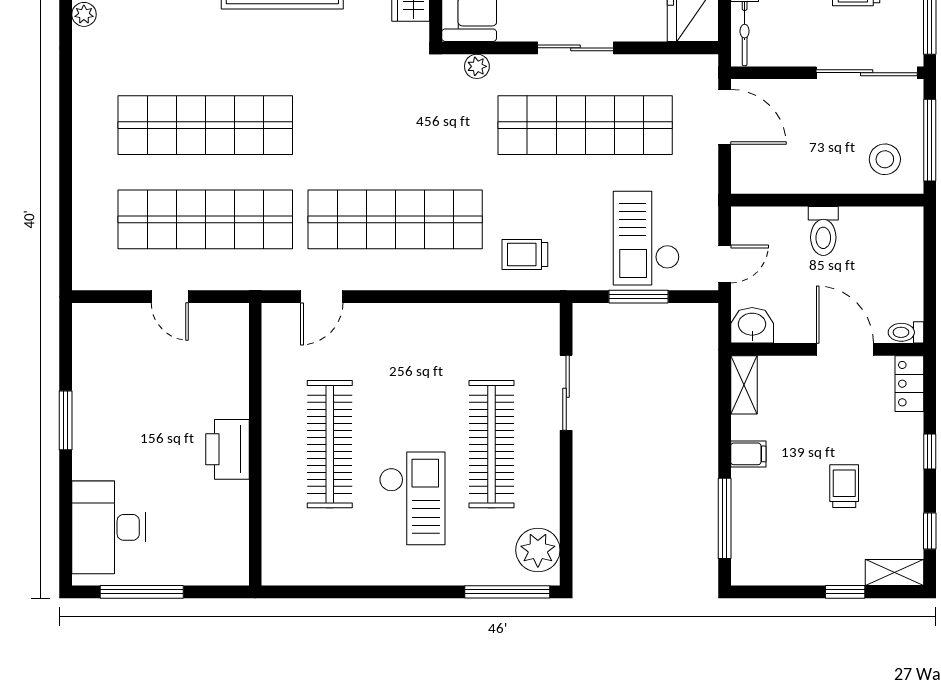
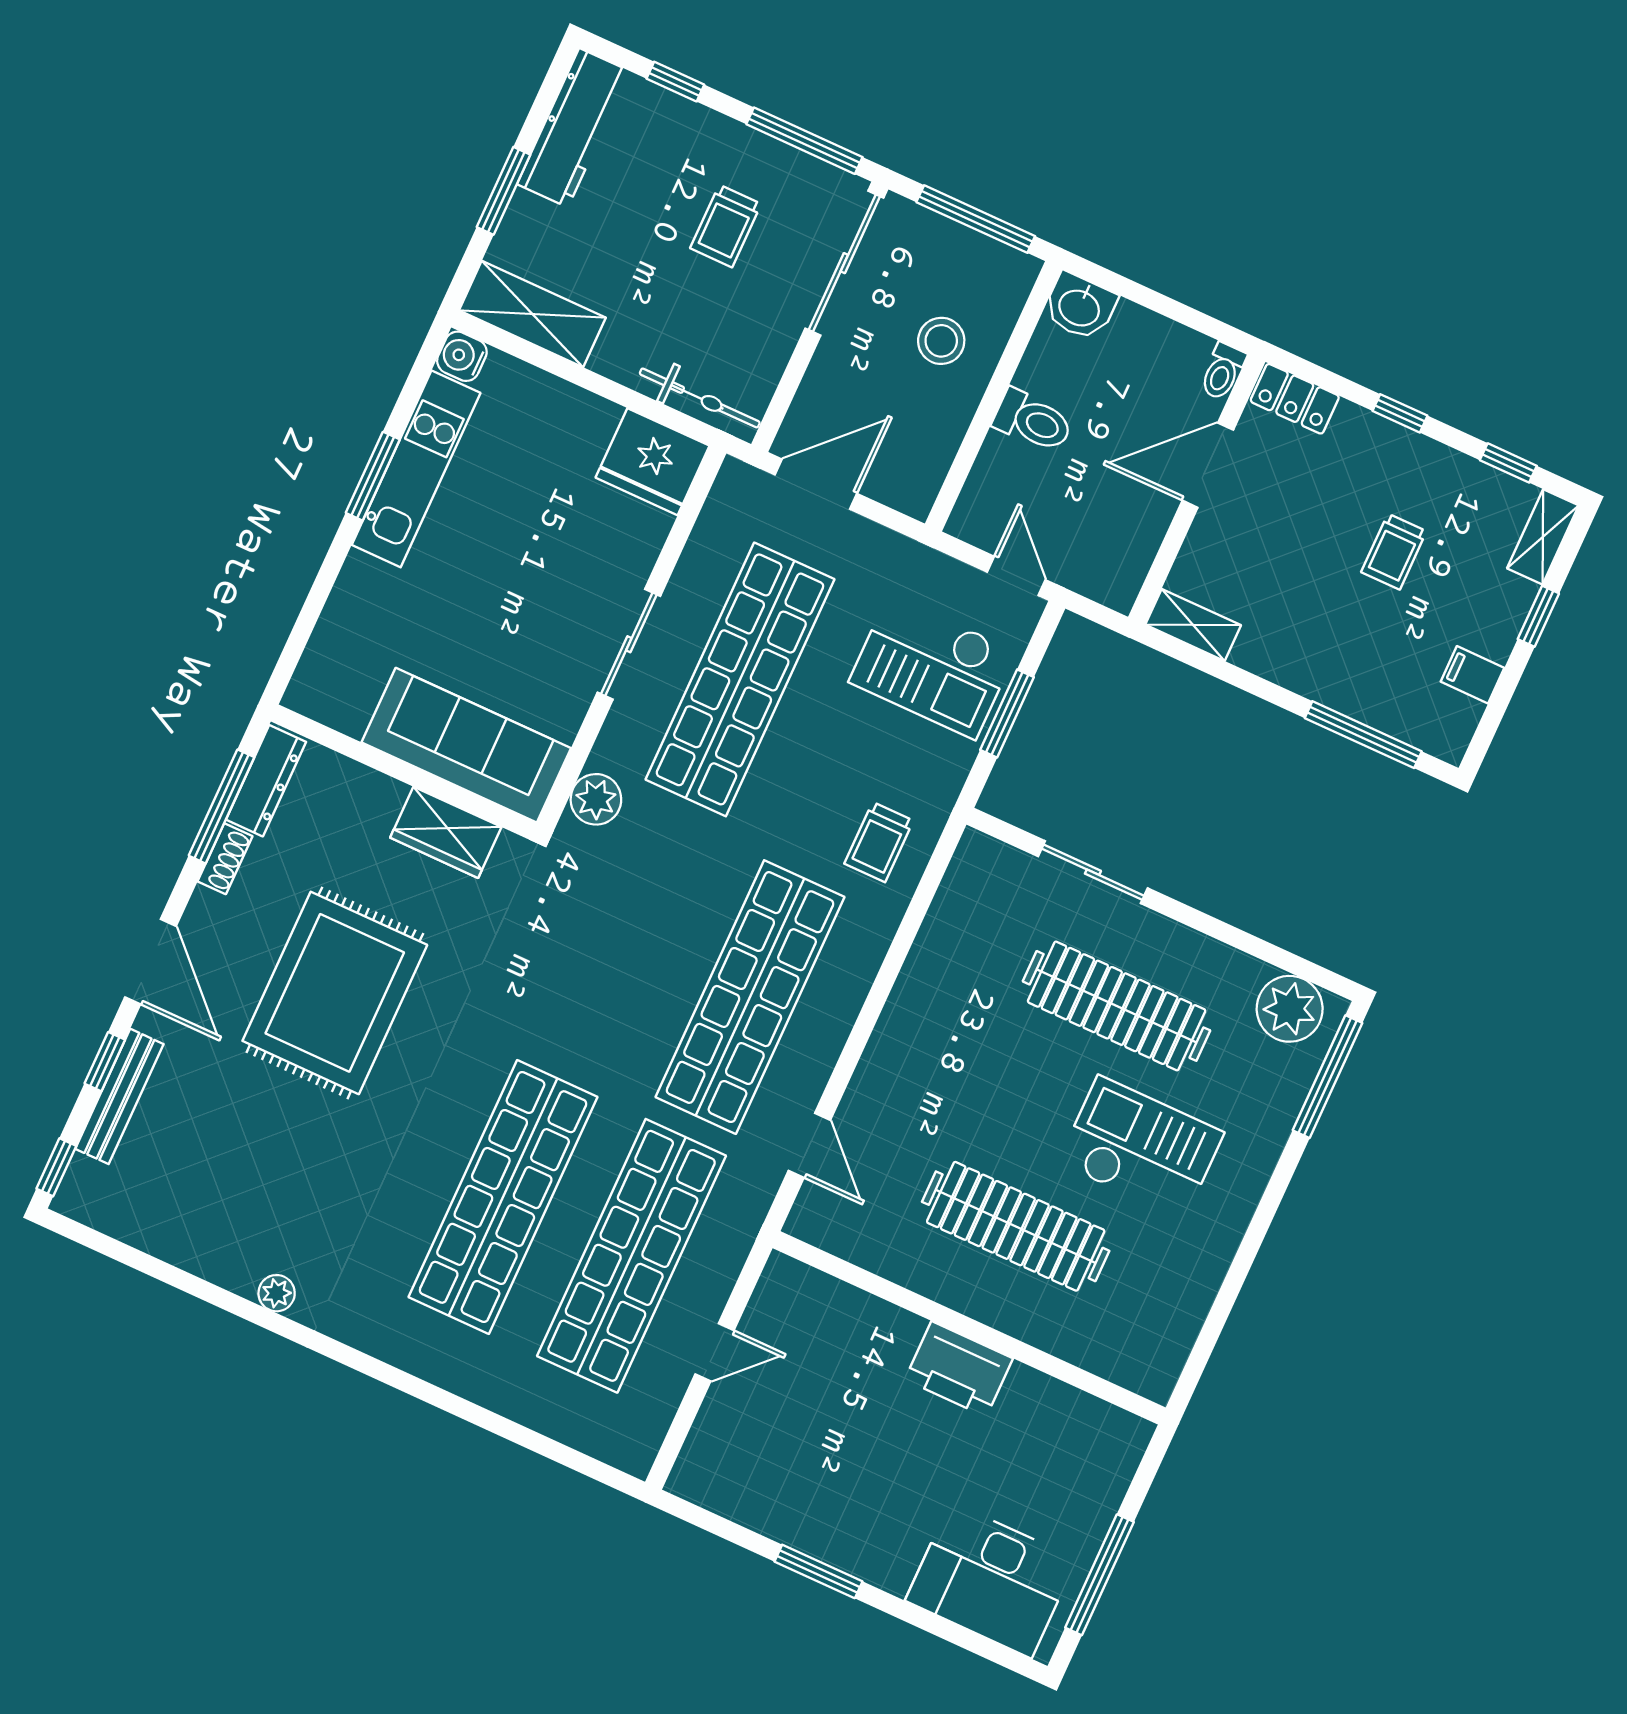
plant: (477, 66) -> (596, 799), width x1.38, depth x1.38
stool: (885, 159) -> (941, 341), moved
washbasin: (752, 325) -> (1080, 307), moved, turned -90
filing cabinet: (748, 454) -> (1473, 675), moved, turned -90
trolley: (844, 486) -> (1394, 552), turned -90

